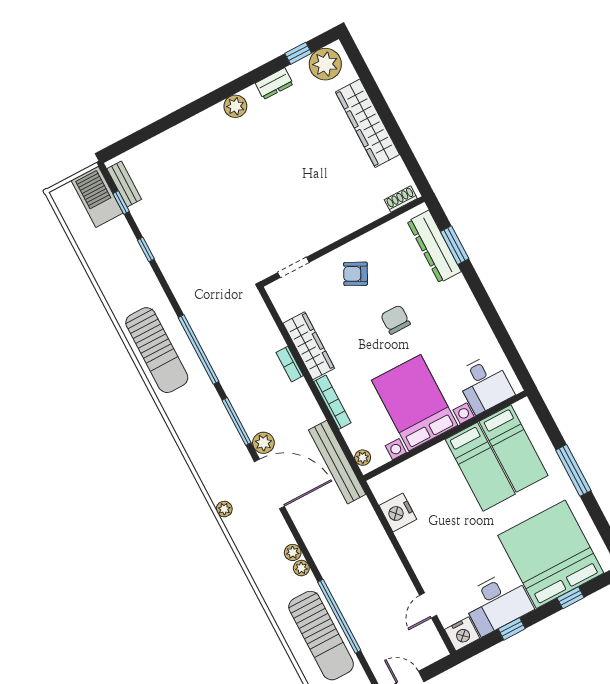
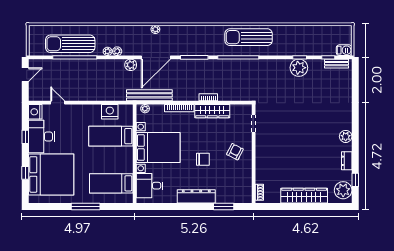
barbecue: (97, 197) -> (344, 50), width x0.53, depth x0.65
plant: (163, 242) -> (299, 68), added
dresser: (434, 247) -> (196, 196), moved
plant: (263, 443) -> (131, 65), moved
bed: (480, 467) -> (111, 136), moved

